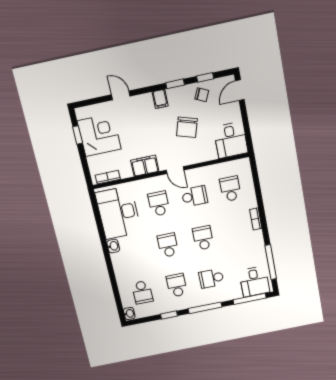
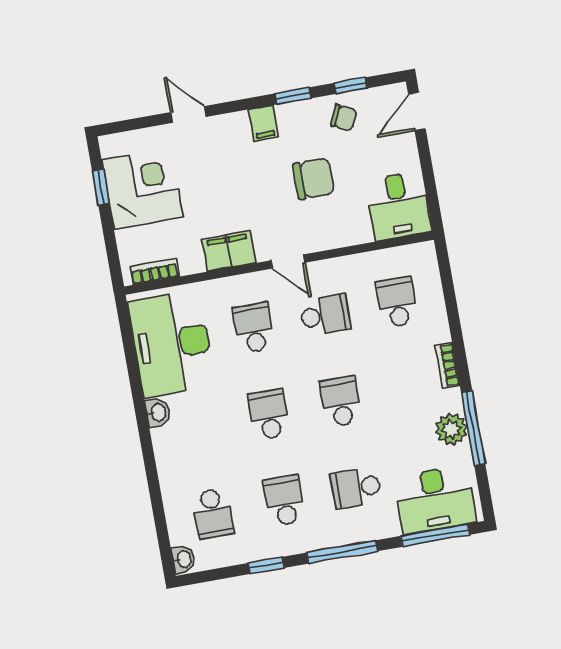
chair: (187, 127) -> (314, 179), turned -107
plant: (258, 249) -> (451, 429), added
window: (271, 262) -> (473, 428), moved
desk: (254, 282) -> (435, 500), width x1.37

